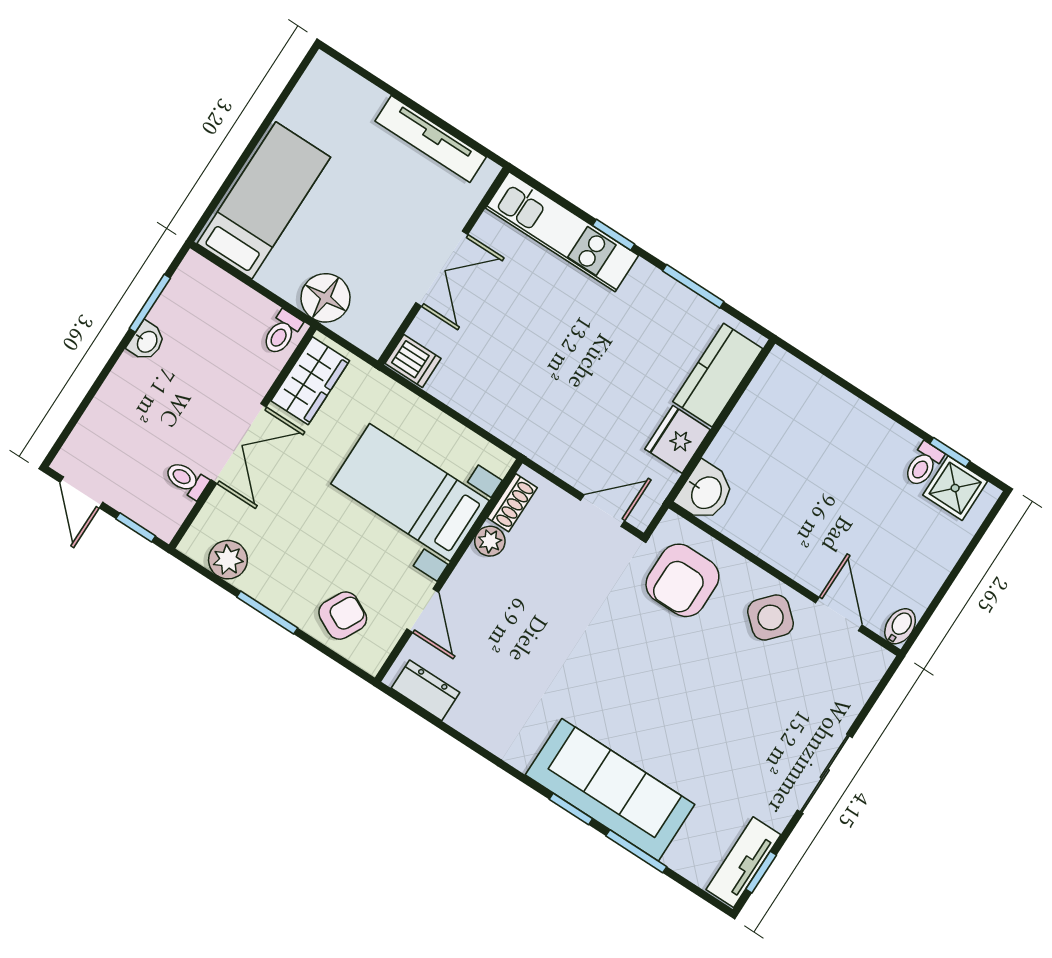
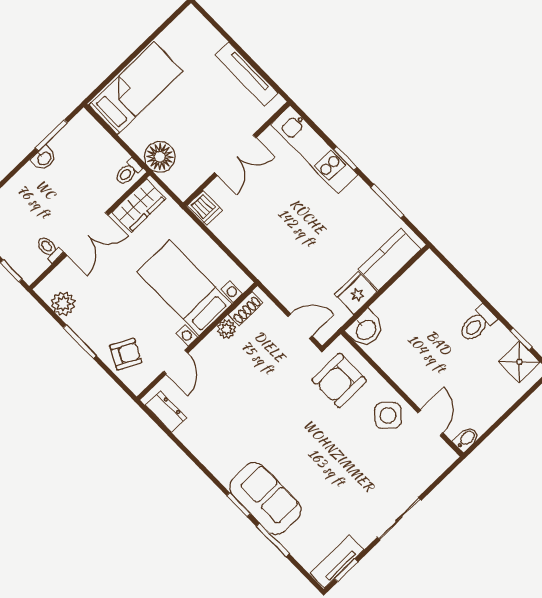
toilet: (923, 465) -> (477, 324), moved, width x1.37, depth x1.39
sofa: (610, 790) -> (265, 498), width x0.73

